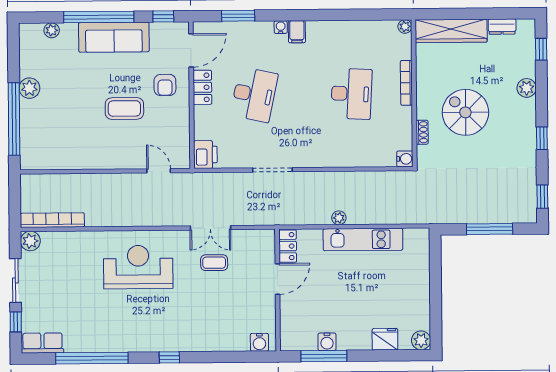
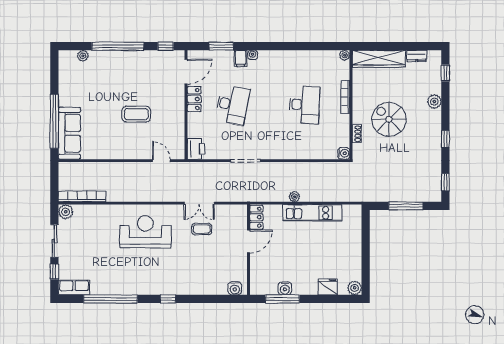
filing cabinet: (297, 32) -> (241, 58), moved
sofa: (114, 37) -> (69, 133), moved, turned -90
armchair: (165, 85) -> (166, 97), removed
plant: (29, 88) -> (66, 99), removed

